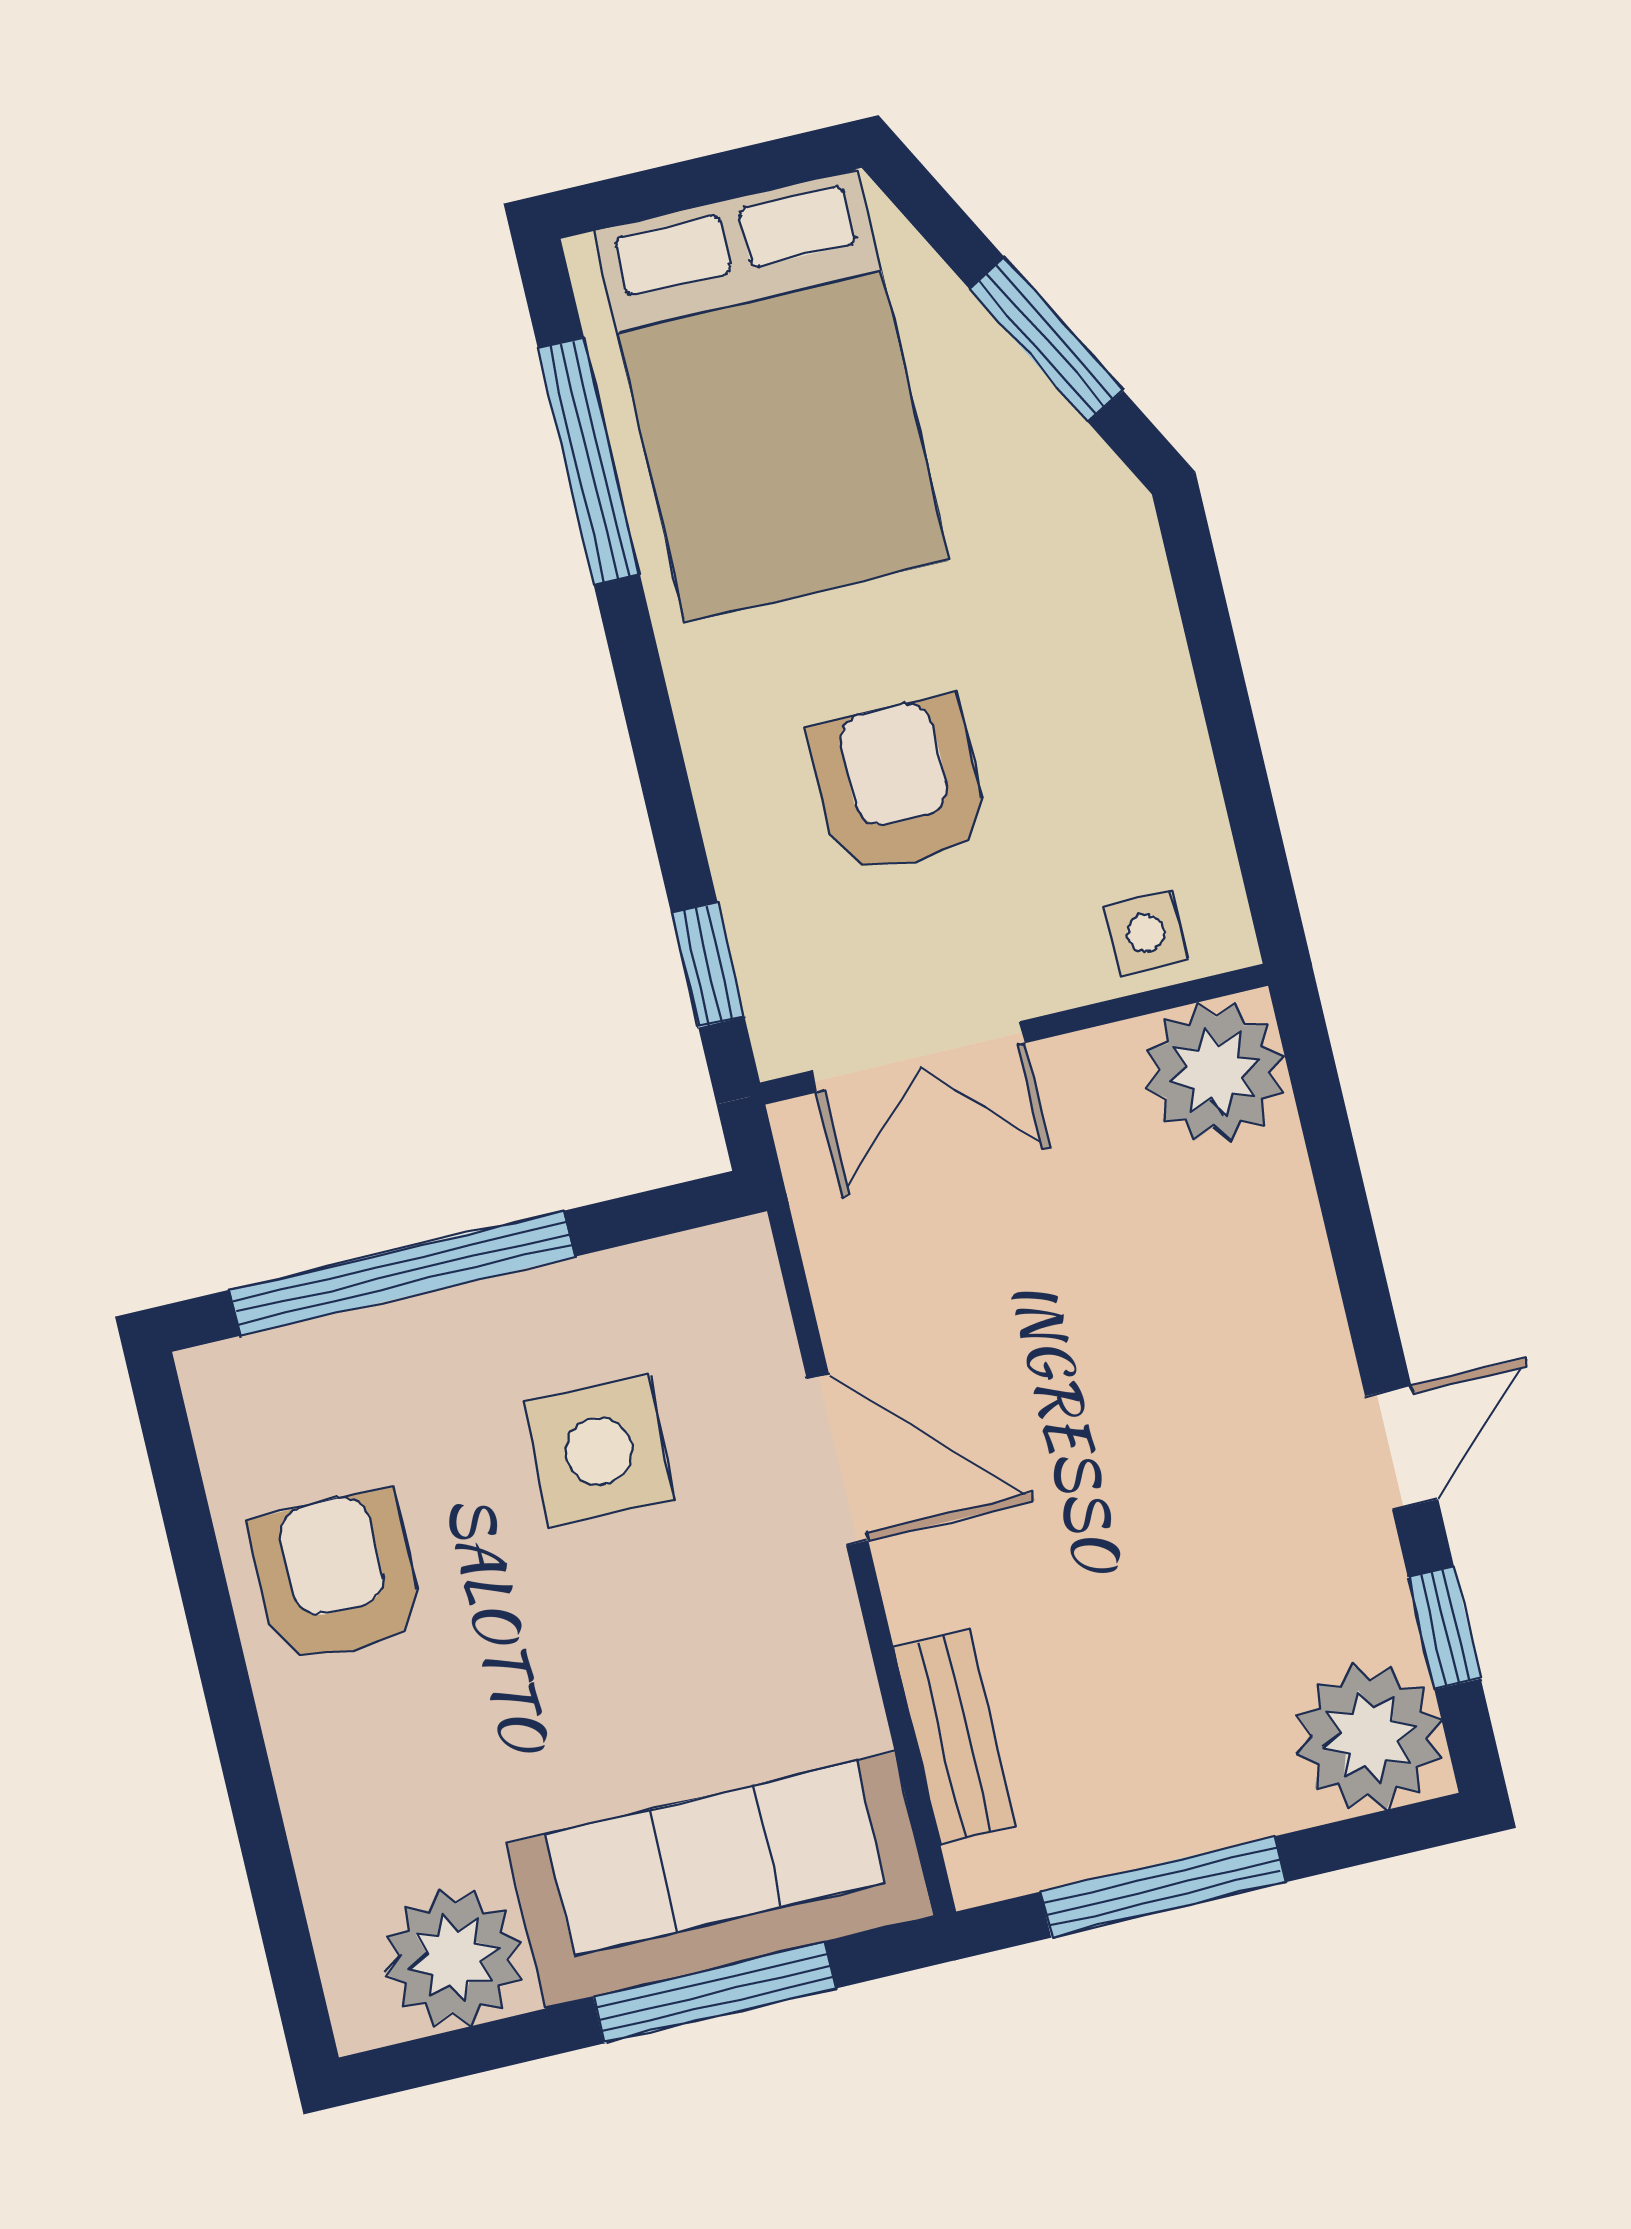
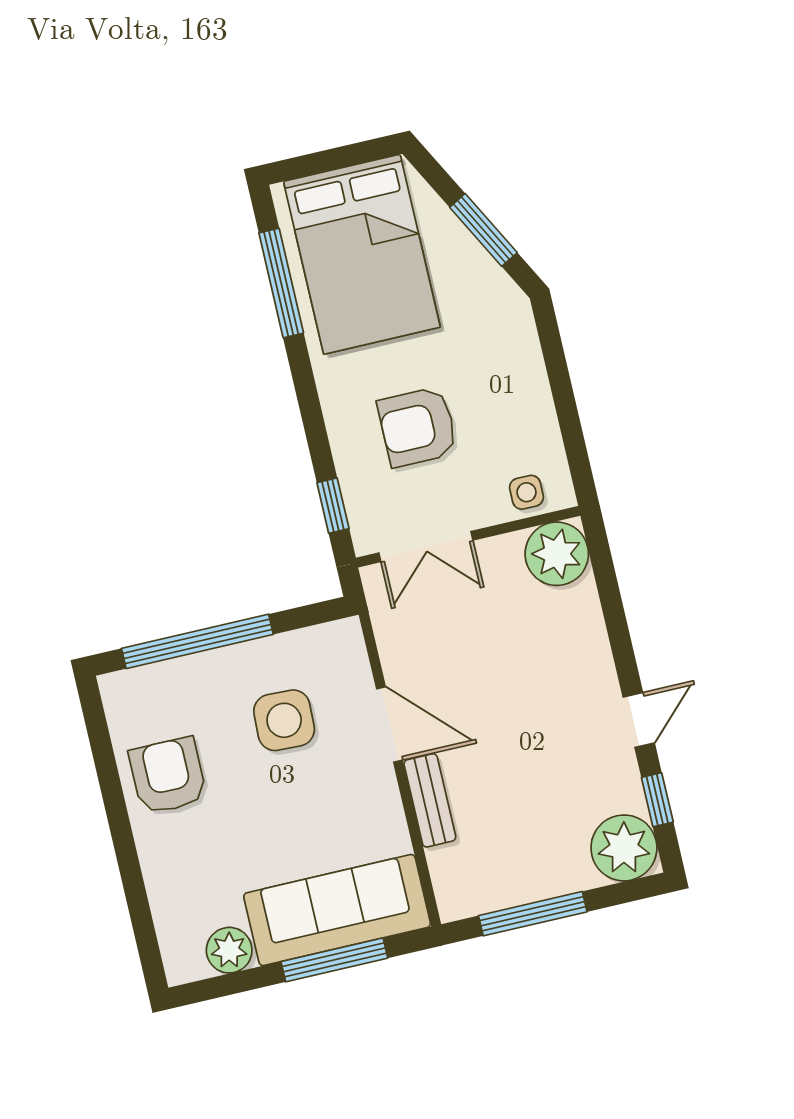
armchair: (899, 786) -> (418, 427), turned -90
bench: (955, 1737) -> (430, 800), moved
plant: (454, 1958) -> (229, 950), width x0.73, depth x0.73

